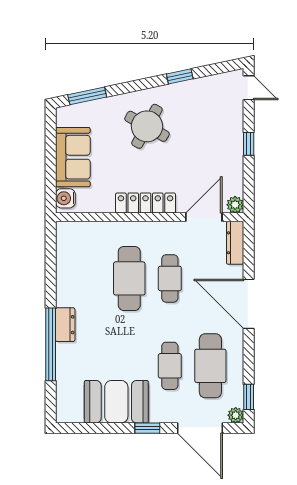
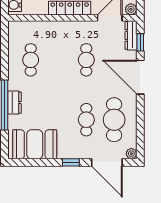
cafe table: (129, 278) -> (31, 60), moved, width x0.73, depth x0.74
dresser: (65, 325) -> (15, 103), moved
window: (249, 397) -> (140, 42), moved
booth: (116, 402) -> (35, 144), moved

